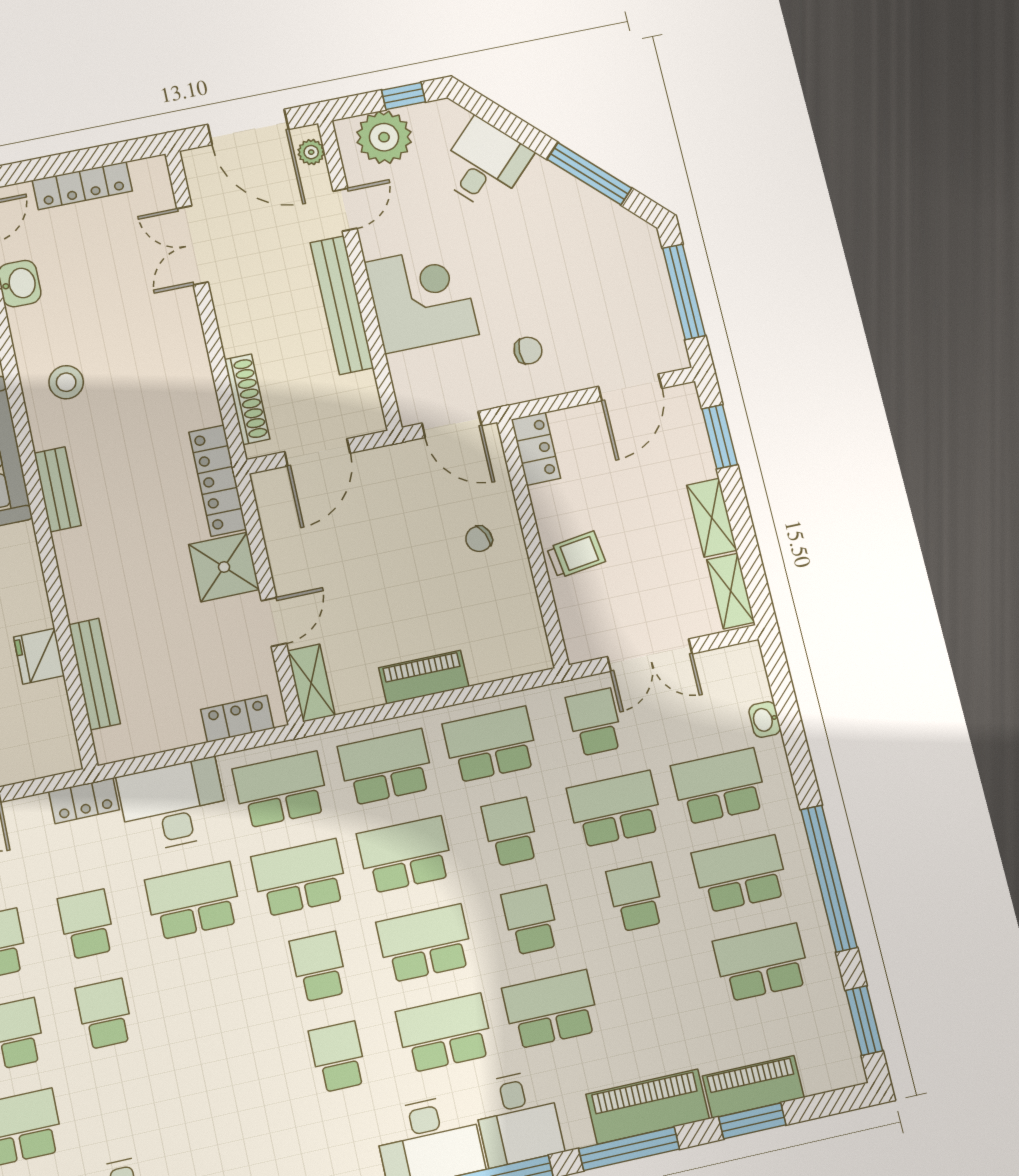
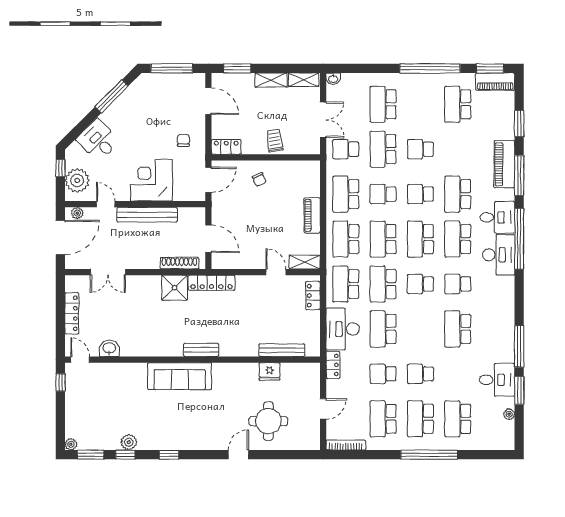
stool: (66, 382) -> (156, 337), removed
shower: (224, 567) -> (175, 288), moved
washbasin: (765, 719) -> (333, 79), moved
school desk: (740, 874) -> (458, 329), moved
piano: (753, 1087) -> (495, 82), moved, turned -90

